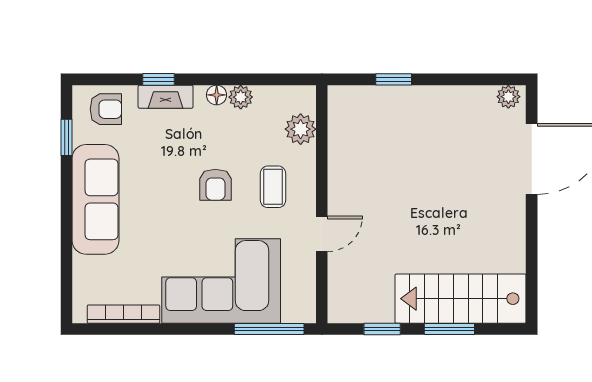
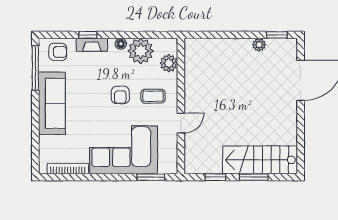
window: (394, 79) -> (277, 35), moved
plant: (241, 97) -> (141, 51), width x1.88, depth x1.88
plant: (508, 97) -> (259, 45), moved
window: (66, 137) -> (35, 68), width x2.17
coffee table: (273, 187) -> (153, 96), turned 90
window: (269, 329) -> (151, 177), width x0.69

